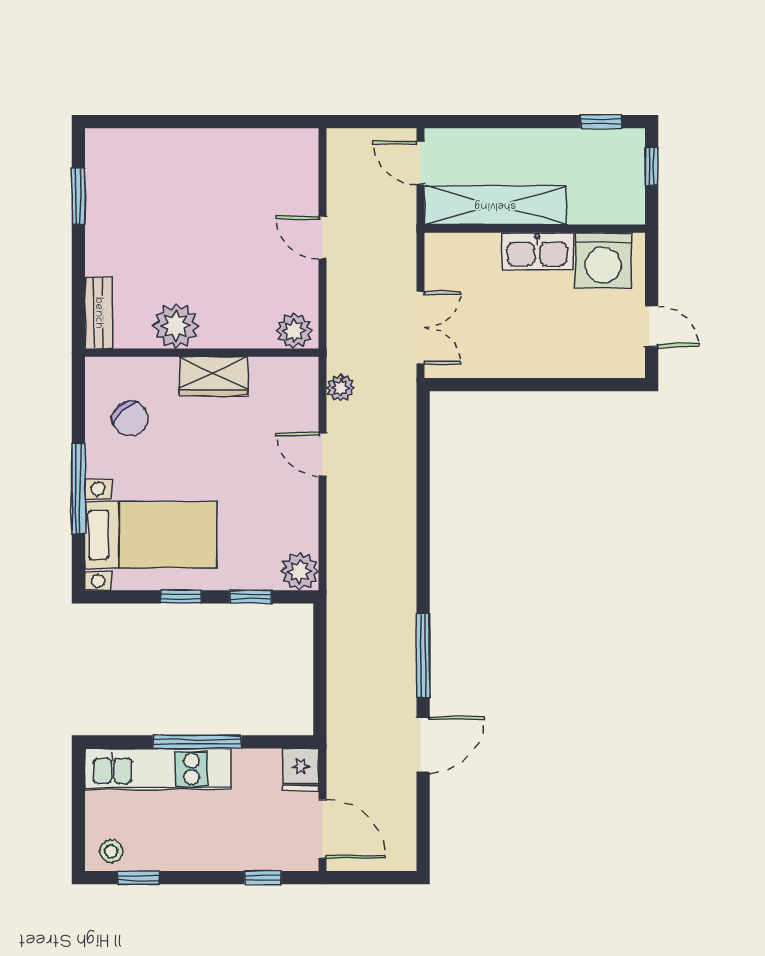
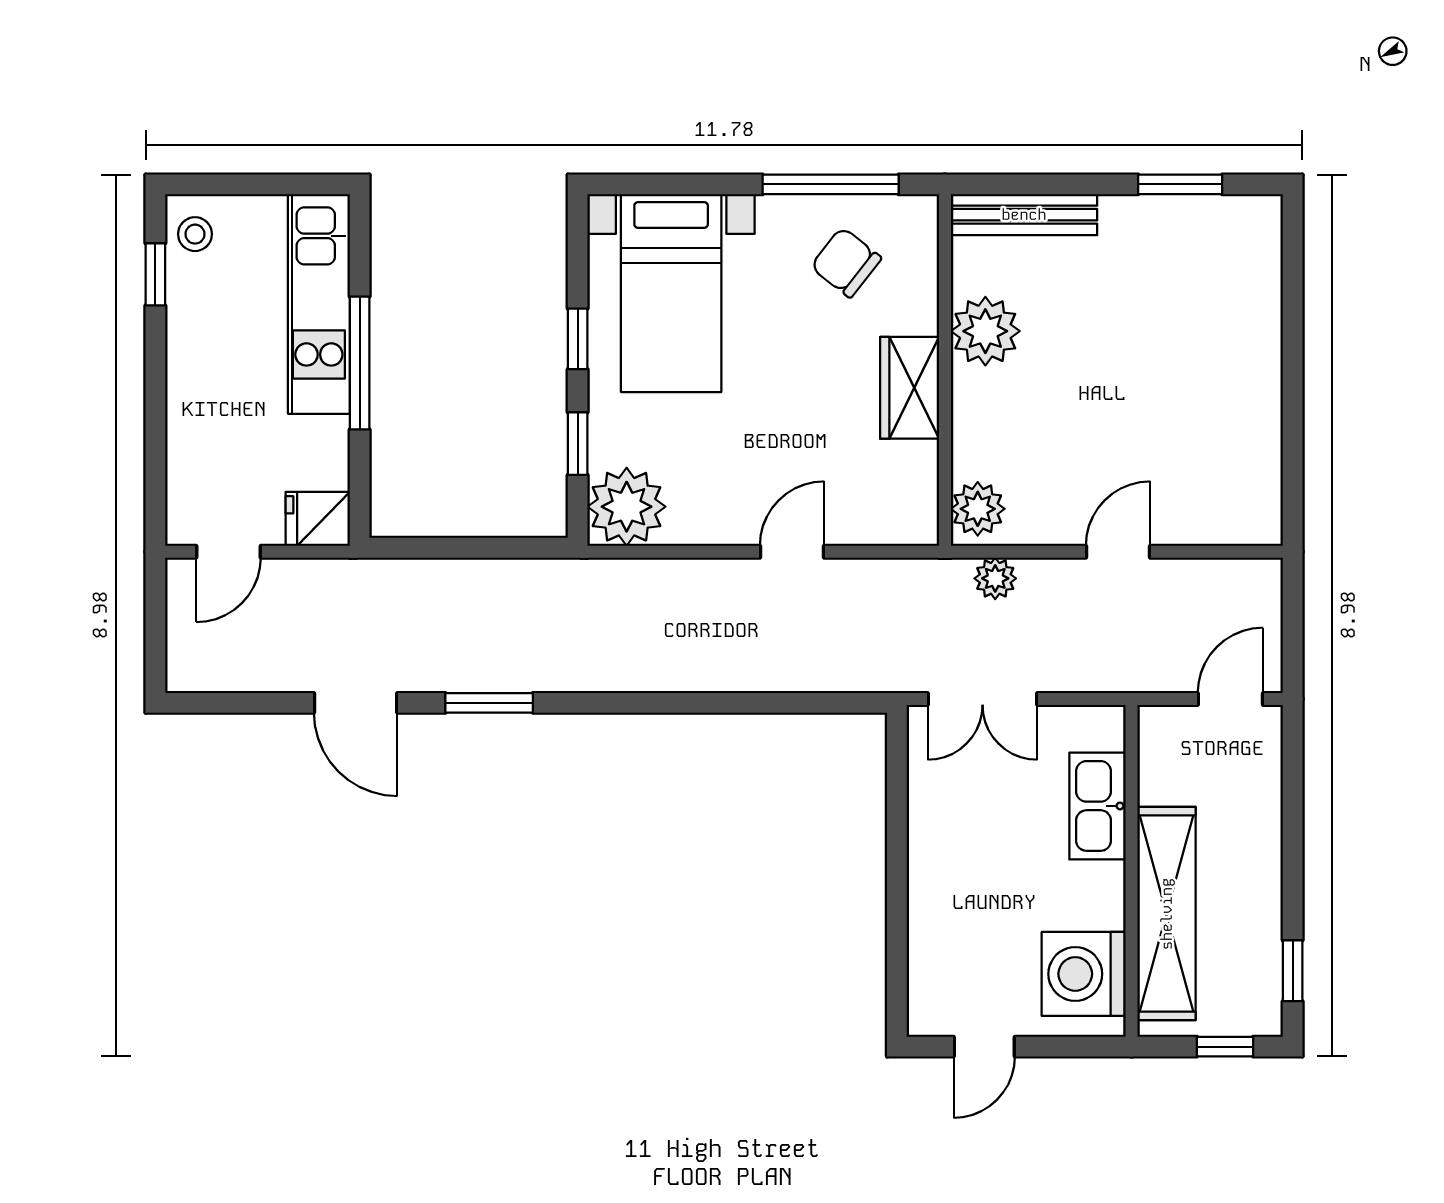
shelving: (495, 205) -> (1167, 914), moved
kitchen sink: (537, 251) -> (1097, 806), moved
bench: (98, 313) -> (1024, 215), width x1.36
plant: (340, 388) -> (995, 578), moved
chair: (130, 418) -> (846, 262), turned 81
window: (78, 489) -> (831, 184), moved
plant: (300, 571) -> (627, 507), width x1.36, depth x1.36
window: (423, 656) -> (489, 703), width x0.69
door: (323, 829) -> (228, 552), width x0.73
window: (263, 878) -> (155, 462), removed

